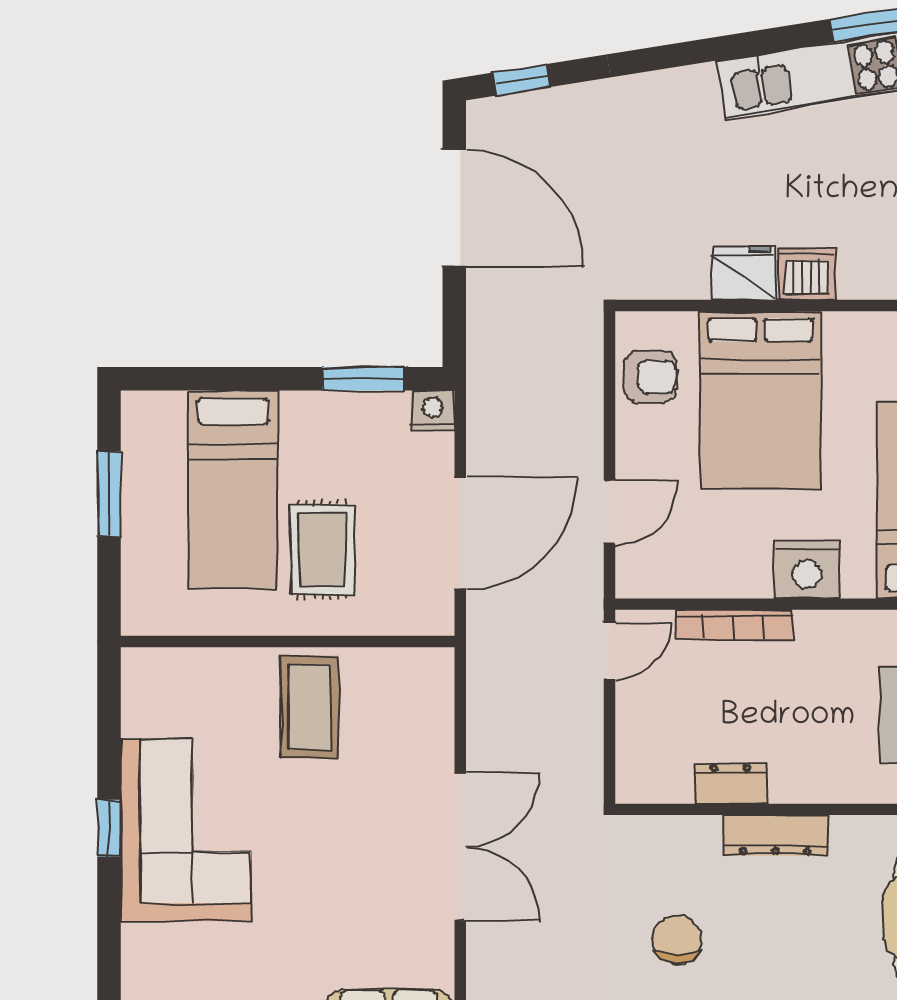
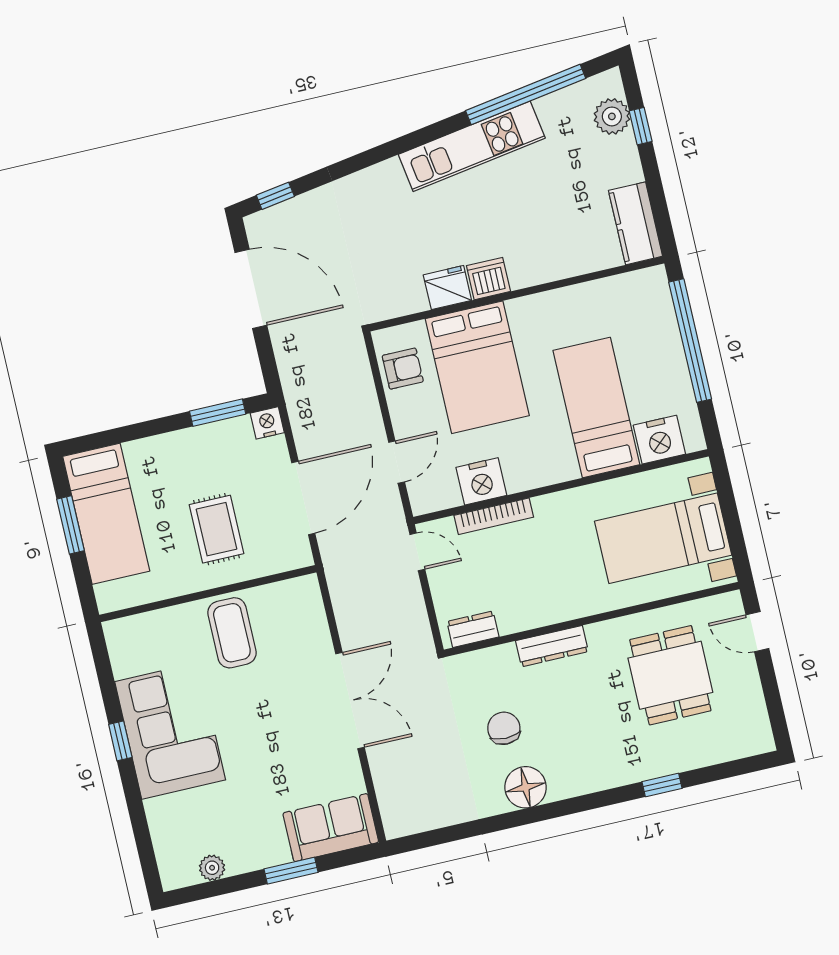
bed: (233, 490) -> (106, 514), moved
nightstand: (807, 569) -> (481, 481), moved
door: (610, 651) -> (417, 552), hinge flipped
dresser: (730, 784) -> (473, 629), moved

